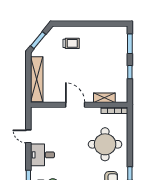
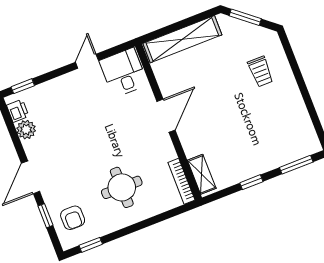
shelving: (104, 98) -> (202, 174), moved
round table: (105, 144) -> (122, 187), width x0.73, depth x0.73
desk: (42, 155) -> (124, 73), moved

